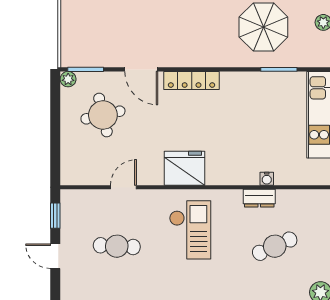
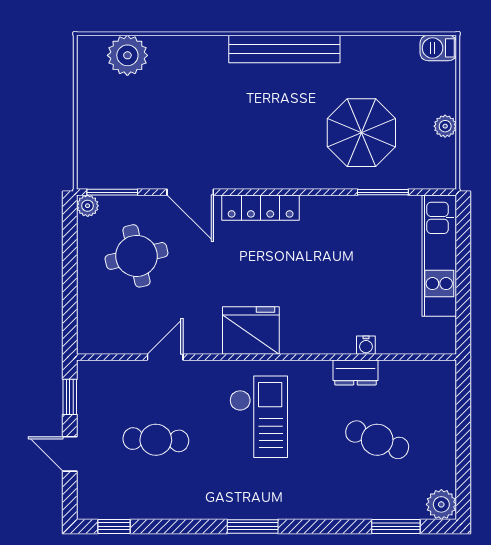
cafe table: (275, 246) -> (377, 440), turned 45

